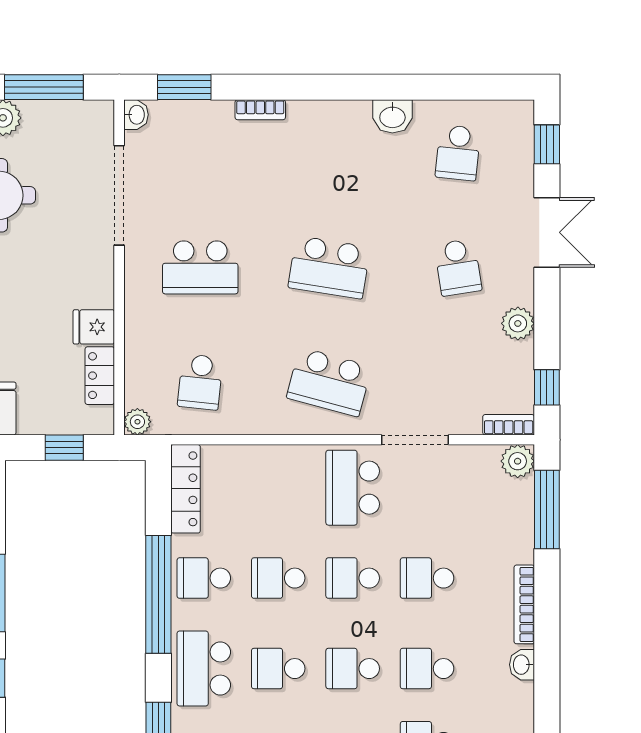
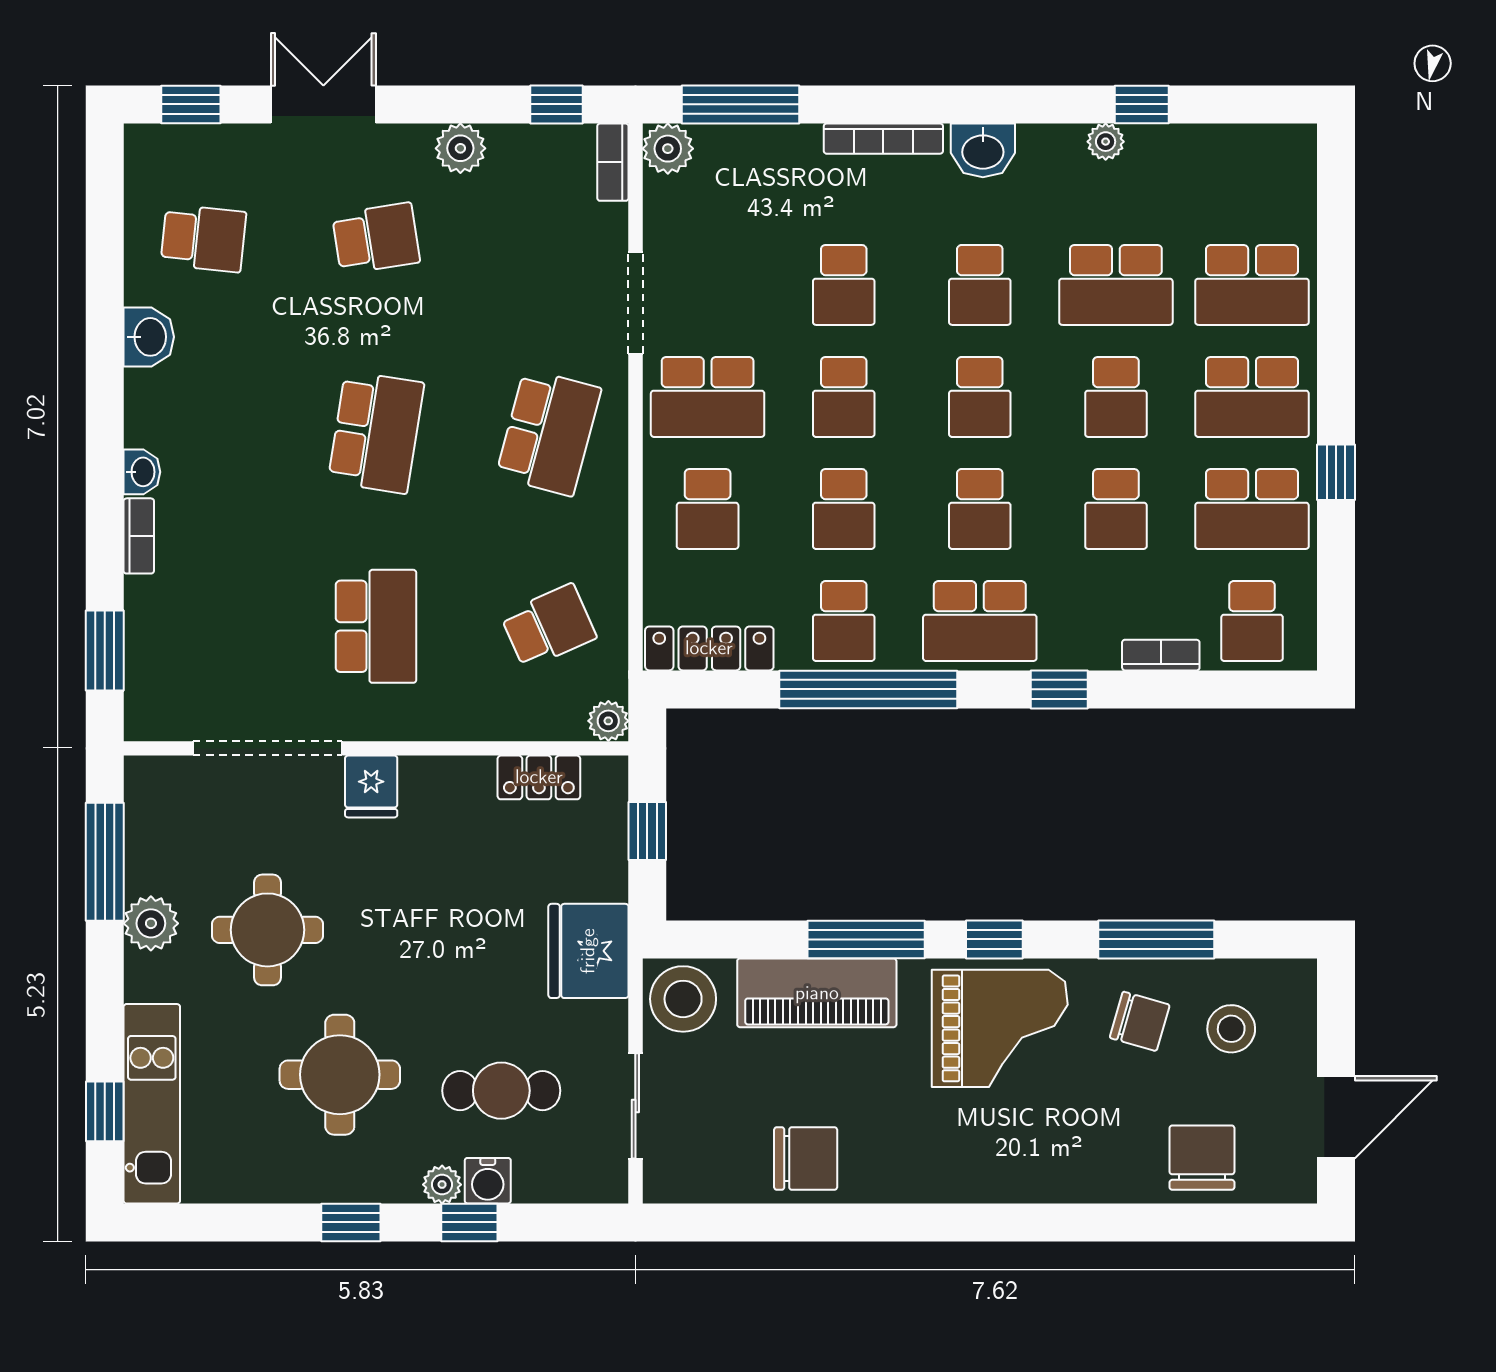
washbasin: (136, 115) -> (142, 472), moved, turned 90
fridge: (94, 327) -> (371, 786), moved
school desk: (200, 382) -> (549, 626), turned -30
school desk: (278, 488) -> (708, 509), added
washbasin: (522, 665) -> (983, 150), width x1.38, depth x1.45

